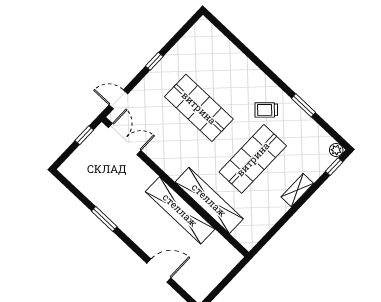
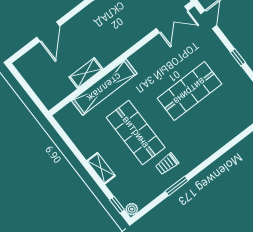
trolley: (266, 110) -> (167, 164), moved, turned -136
shelving: (180, 210) -> (86, 73), width x0.45, depth x0.75

